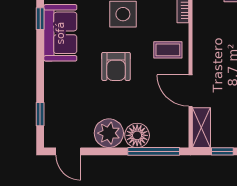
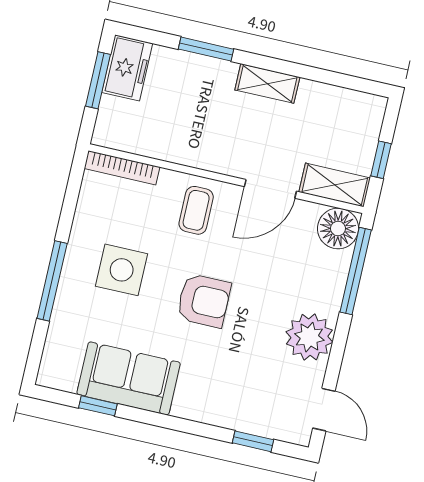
floor lamp: (137, 135) -> (338, 228), moved
door: (68, 151) -> (324, 410), hinge flipped

